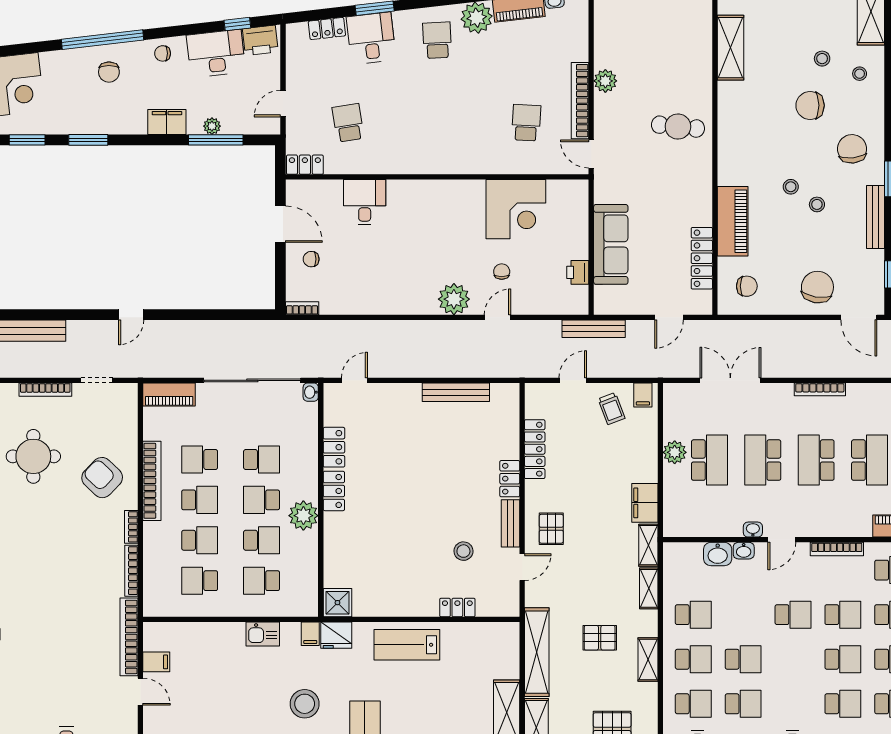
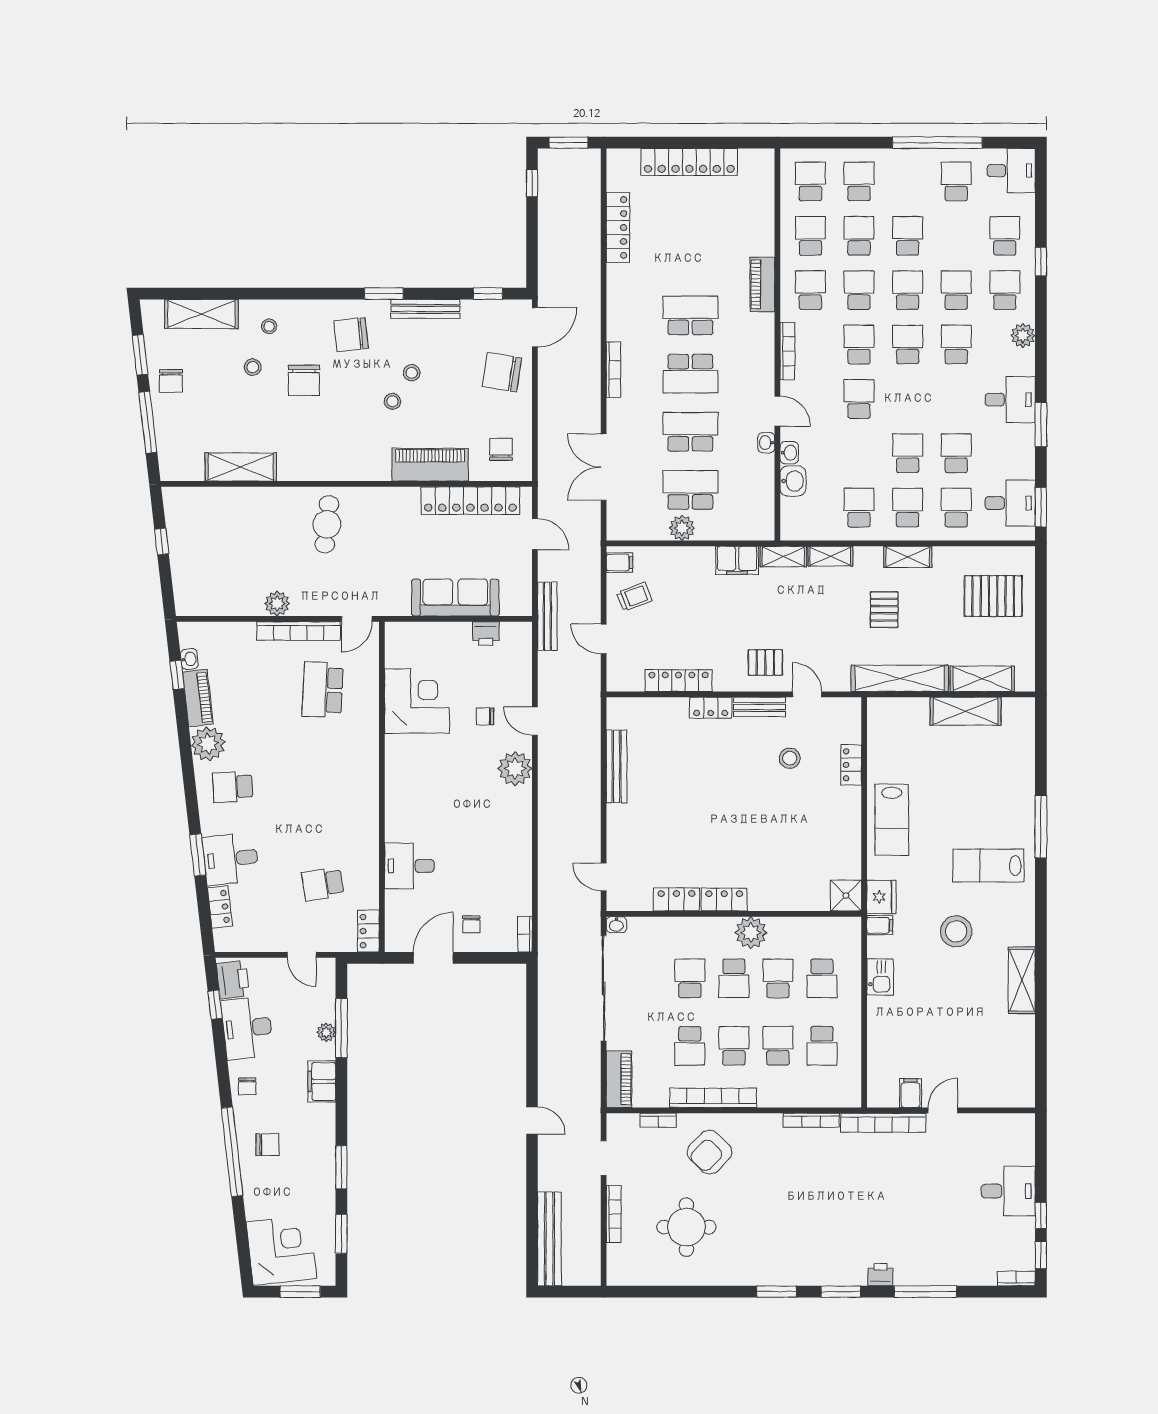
school desk: (526, 123) -> (323, 690), width x1.85
locker: (702, 258) -> (470, 501), width x1.41, depth x1.21
school desk: (763, 460) -> (690, 432), turned 180
bookcase: (131, 527) -> (658, 1120), moved

